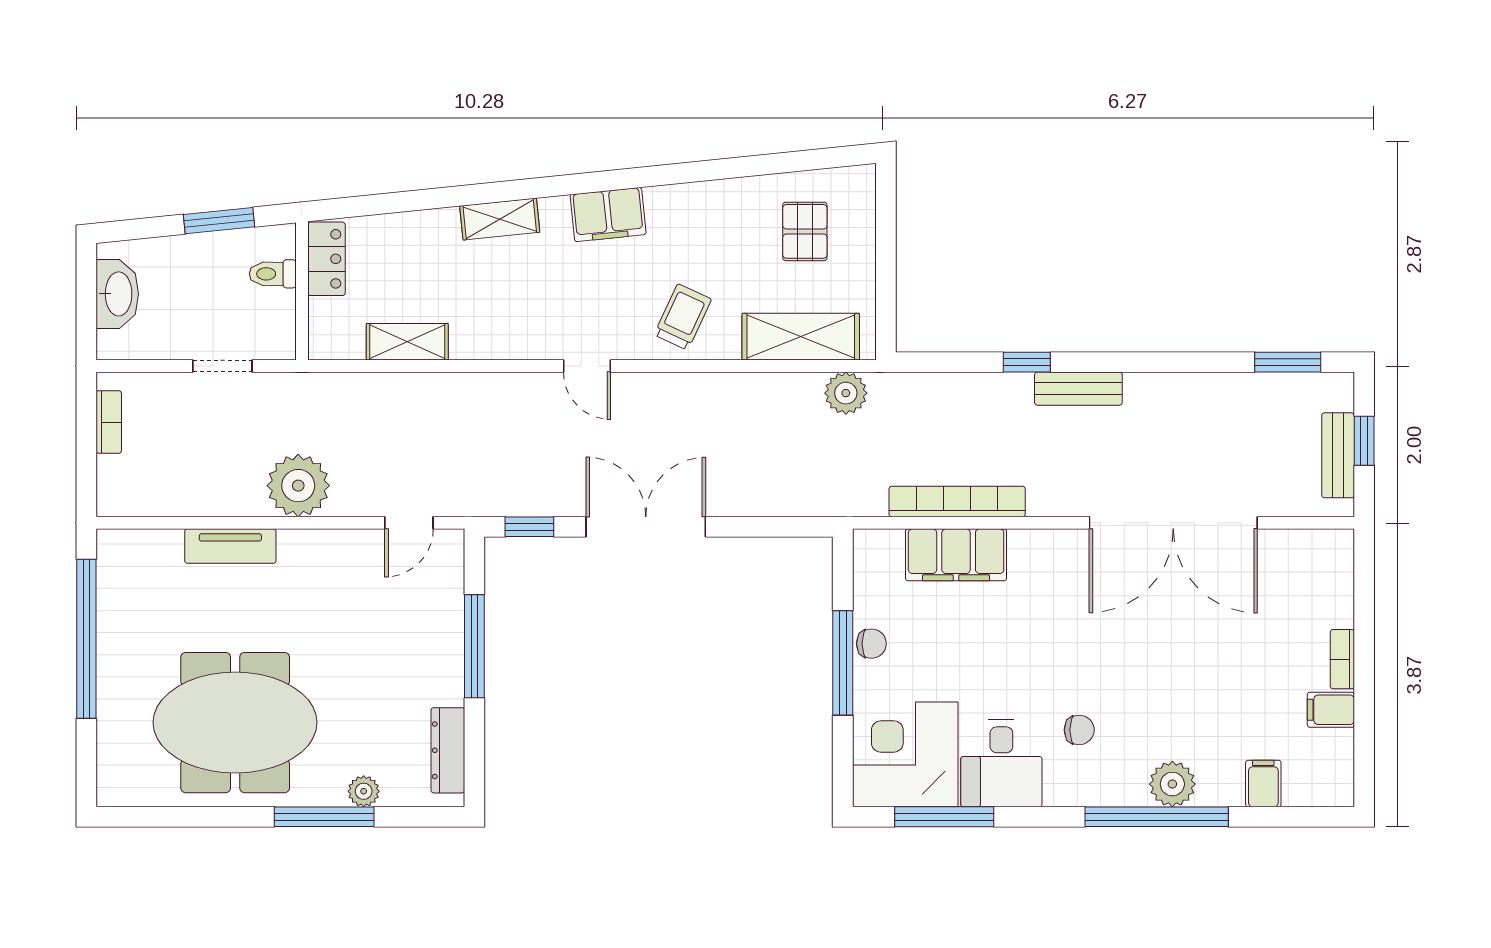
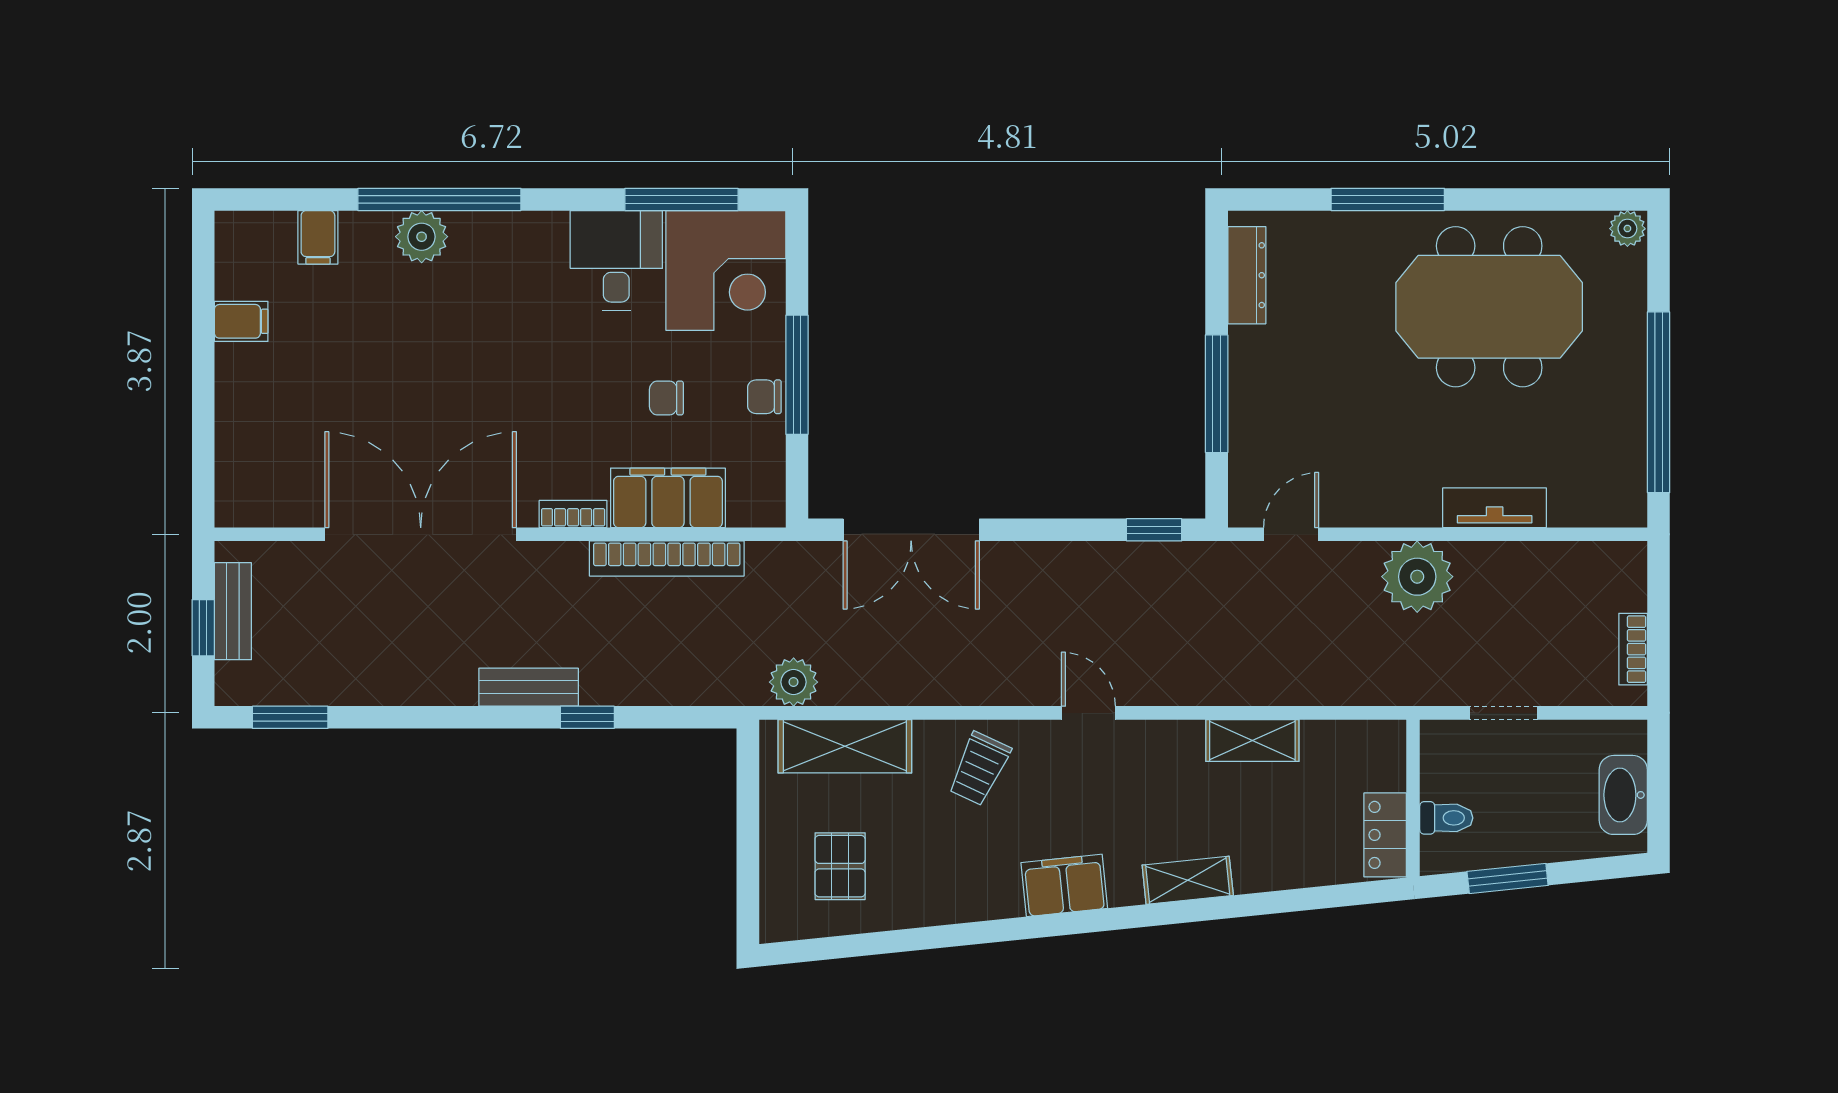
shelving: (407, 342) -> (1252, 740), moved
double door: (646, 527) -> (911, 530), moved
bookcase: (1342, 659) -> (573, 514), moved, turned -90
chair: (1079, 730) -> (666, 398), moved
plant: (364, 791) -> (1627, 229), moved

